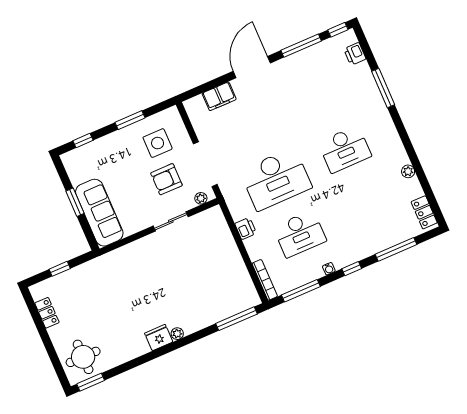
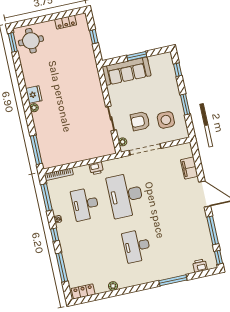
armchair: (166, 179) -> (140, 121), turned -90

